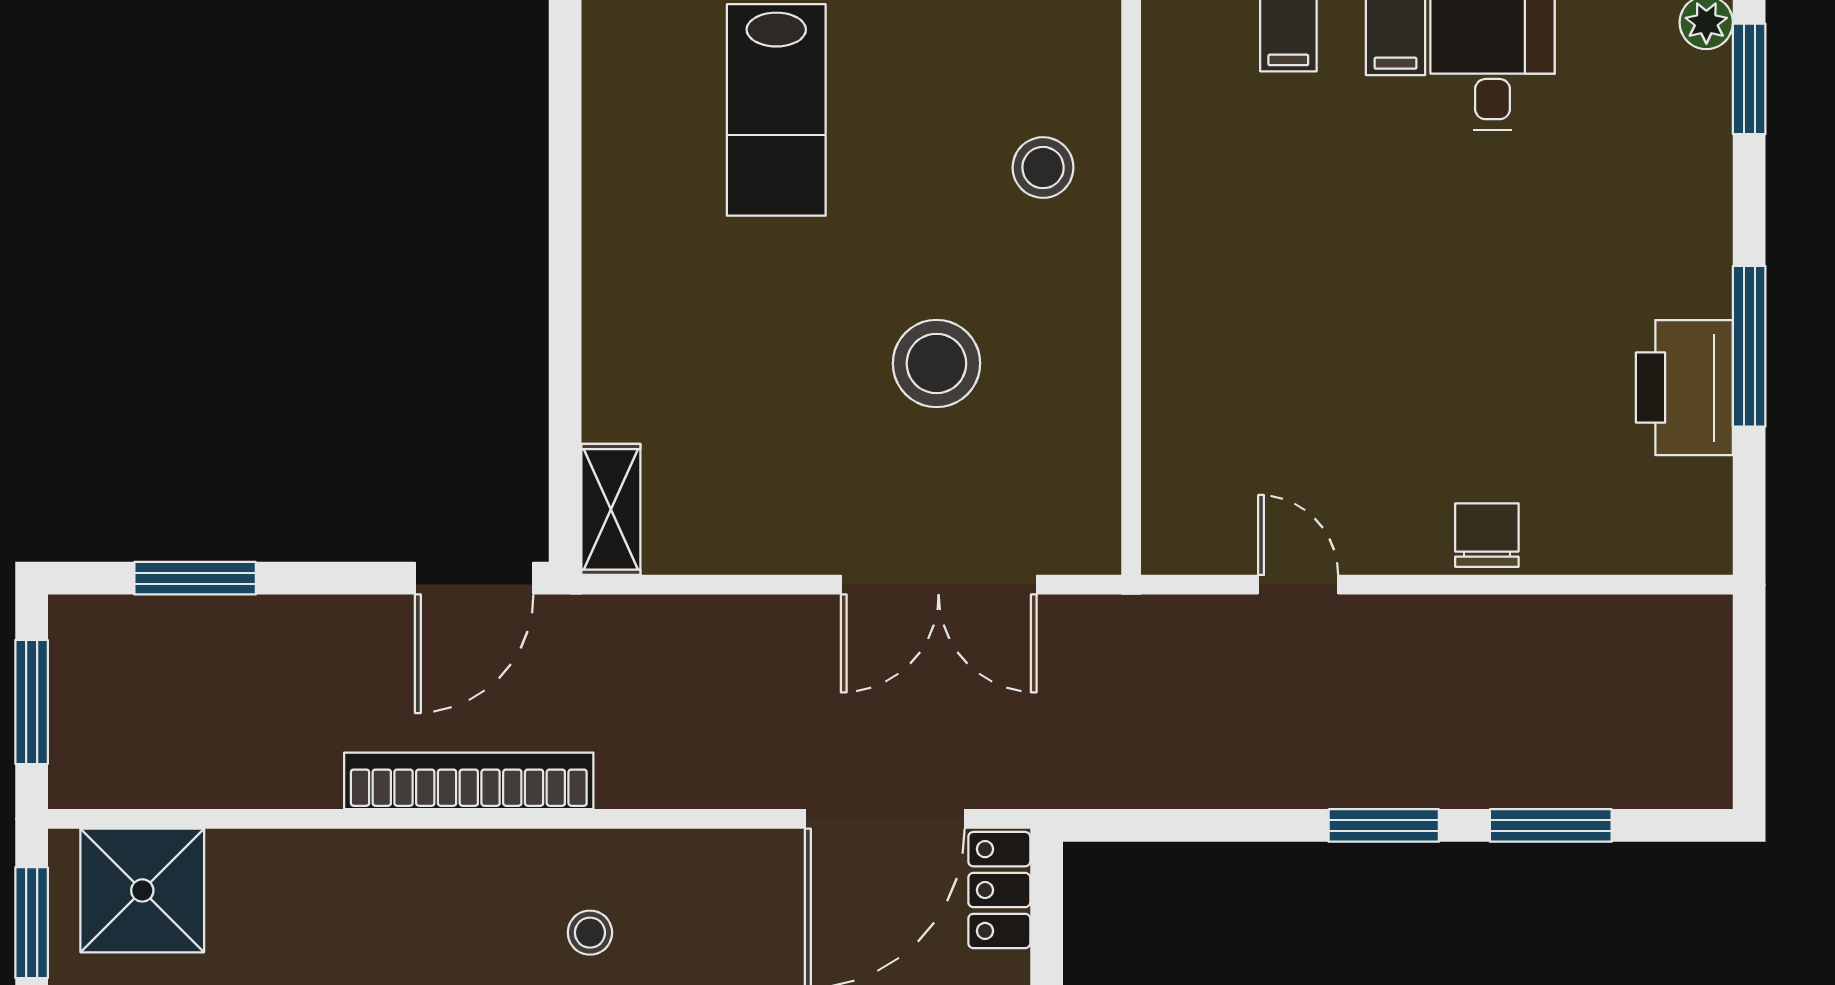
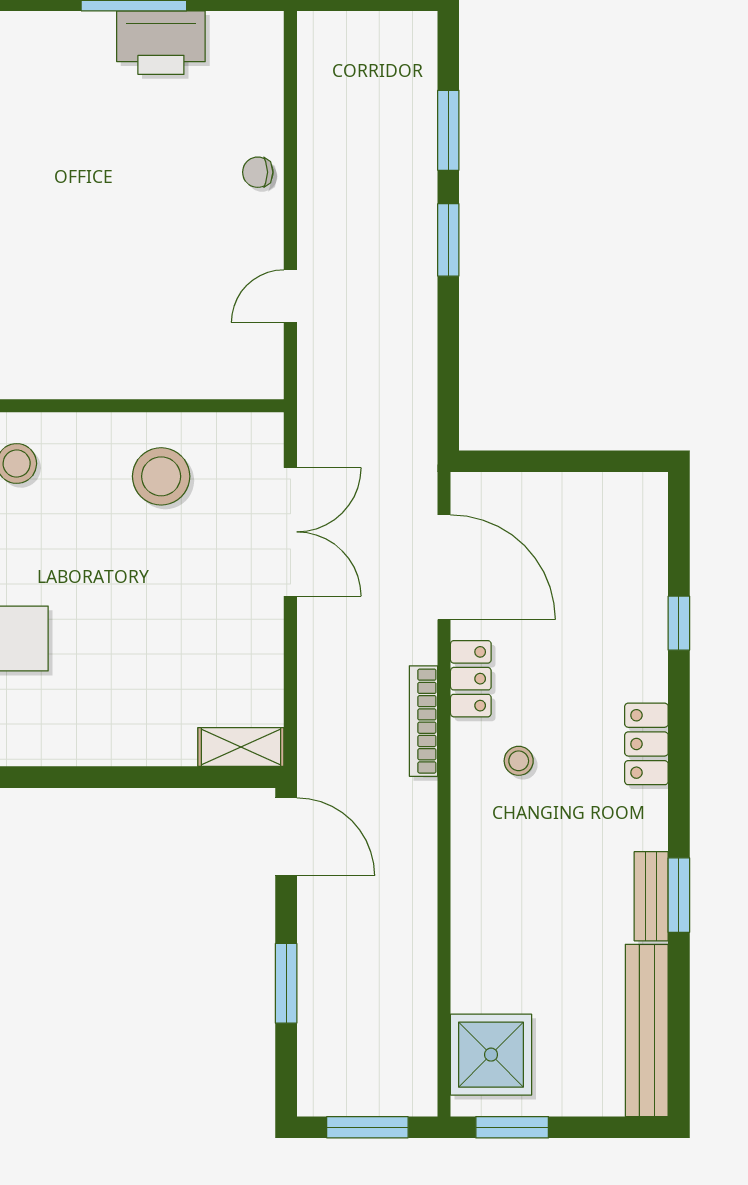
stool: (936, 363) -> (161, 476), moved
chair: (1487, 535) -> (258, 172), width x0.73, depth x0.73
window: (195, 578) -> (286, 983), moved
bookcase: (469, 781) -> (424, 721), moved, width x0.68, depth x0.76
locker: (999, 890) -> (471, 679), moved, turned -90

